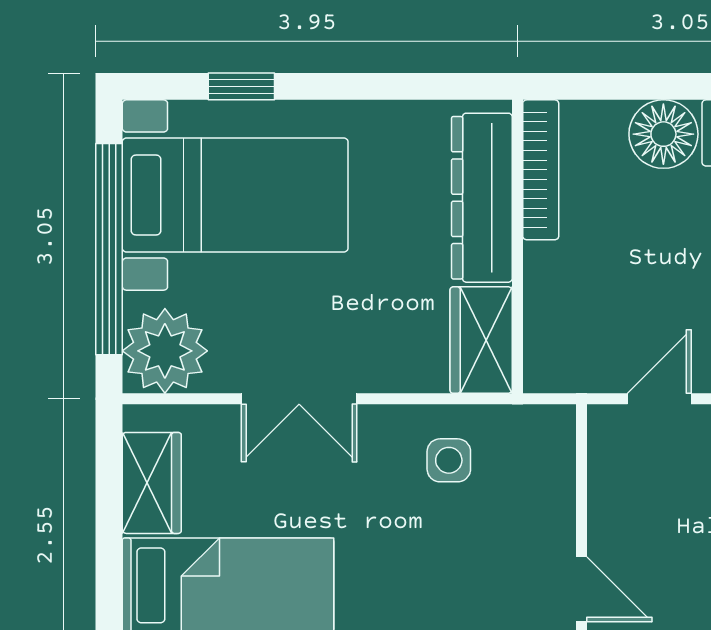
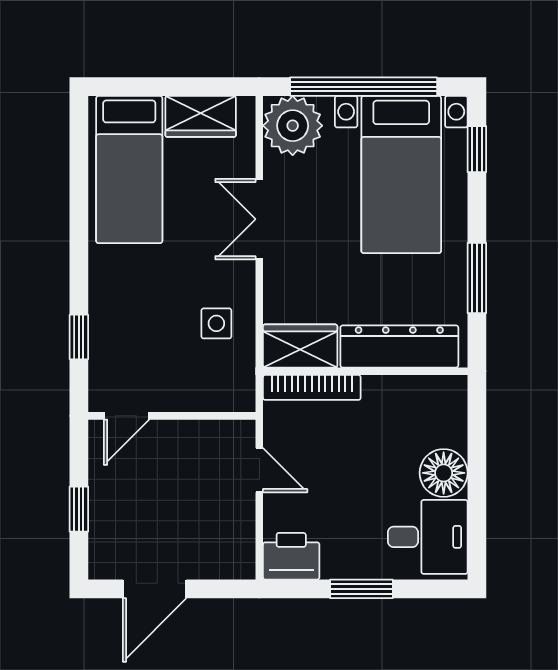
window: (241, 86) -> (477, 149), moved
window: (384, 86) -> (477, 278), added
bookcase: (541, 170) -> (312, 387), moved

